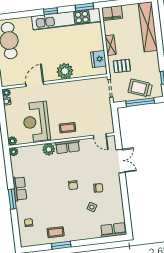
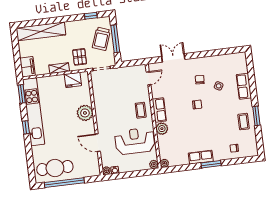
reception desk: (36, 122) -> (135, 141), turned 180
row of seats: (113, 230) -> (244, 86), moved

